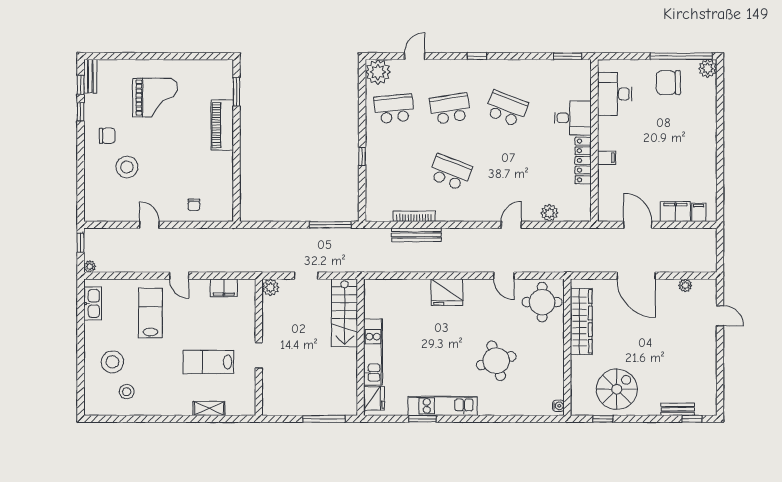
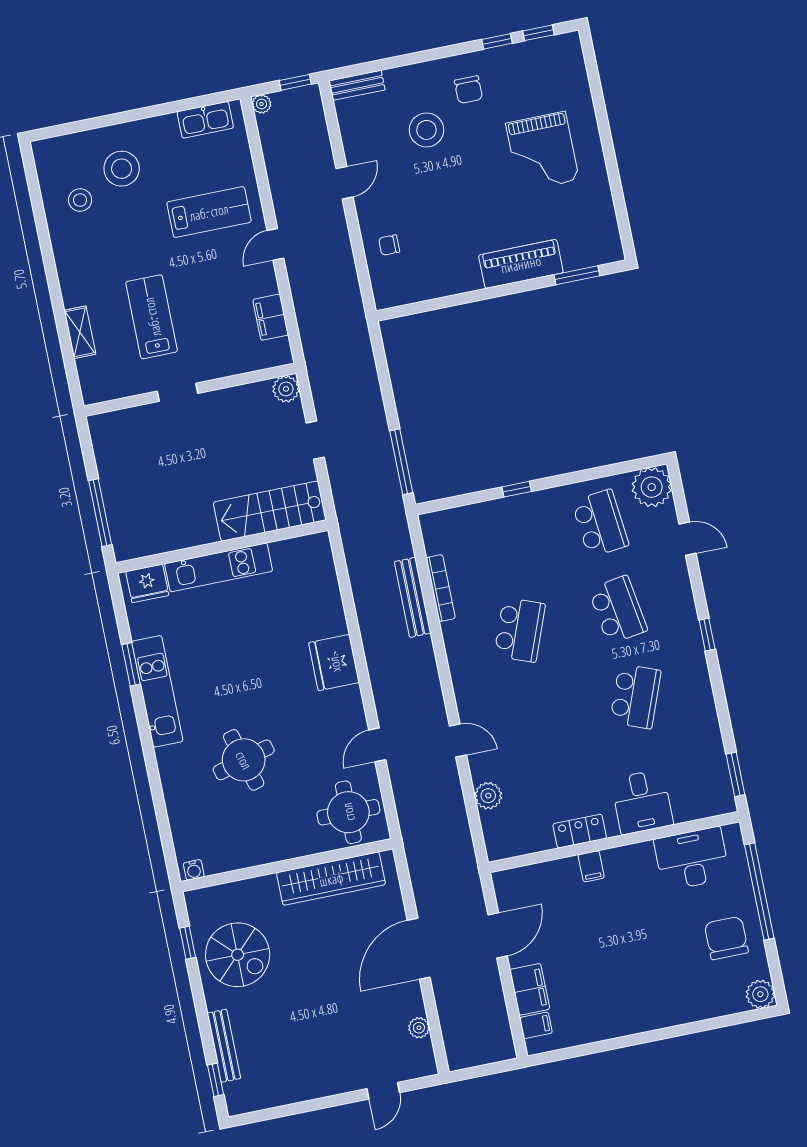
window: (681, 56) -> (759, 891), moved
bench: (90, 76) -> (357, 85), moved
locker: (583, 160) -> (580, 831), width x0.66
bench: (678, 409) -> (224, 1046), width x1.36

